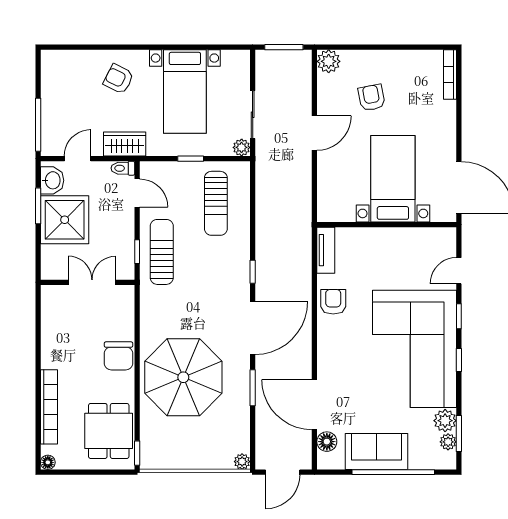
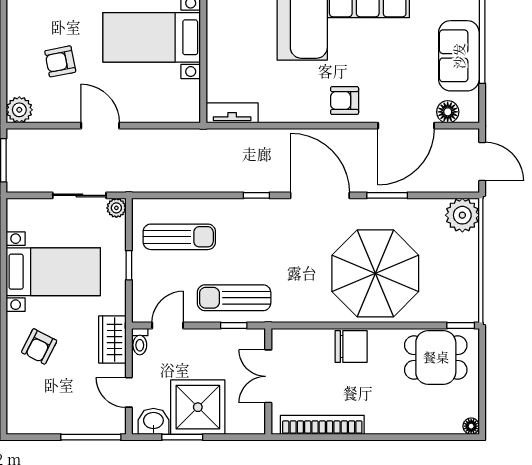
armchair: (333, 302) -> (345, 101), moved
bookcase: (49, 407) -> (322, 425), moved
plant: (242, 462) -> (462, 215), width x1.88, depth x1.88

